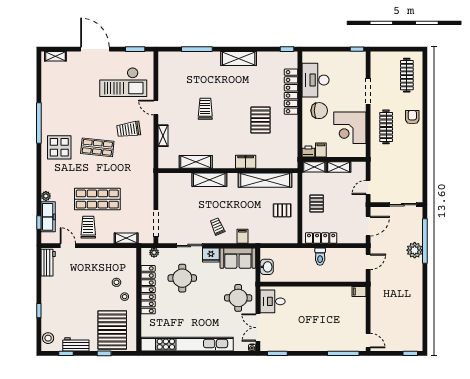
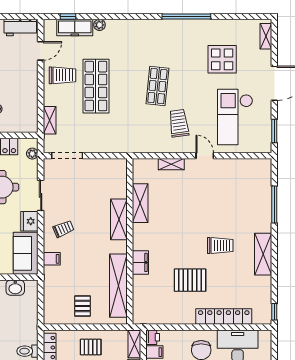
door: (156, 108) -> (205, 156), hinge flipped
trolley: (205, 109) -> (220, 245), moved
display table: (59, 147) -> (222, 59), moved

